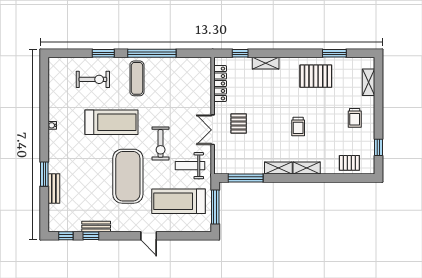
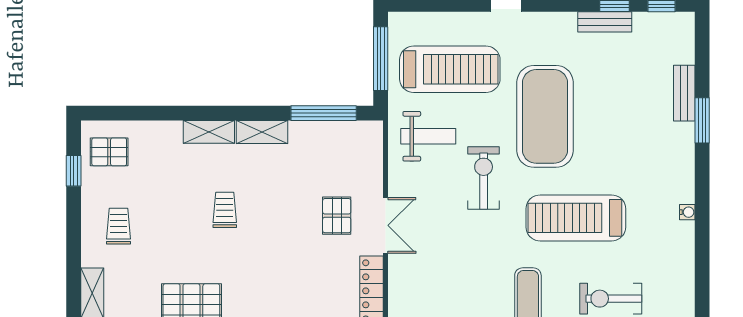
double door: (213, 130) -> (386, 225), moved
pallet: (349, 163) -> (109, 152), moved

